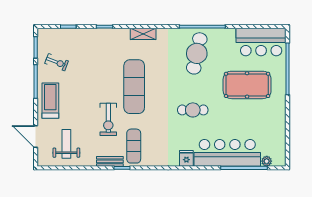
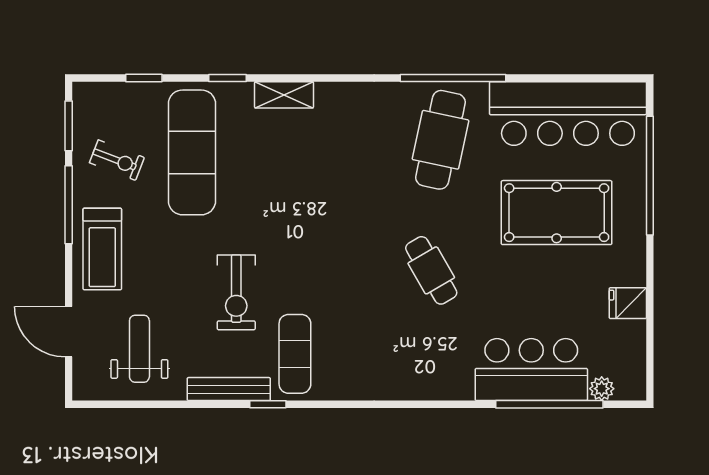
shelving: (143, 34) -> (284, 95), moved
bar counter: (261, 42) -> (568, 114), width x1.36
exercise mat: (134, 87) -> (192, 152), moved
treadmill: (50, 101) -> (102, 249), turned 180
cafe table: (193, 110) -> (431, 270), turned 60
bar counter: (227, 153) -> (531, 370), width x0.73
fridge: (186, 158) -> (628, 303), moved, turned -90
bench: (110, 161) -> (229, 389), width x1.36

